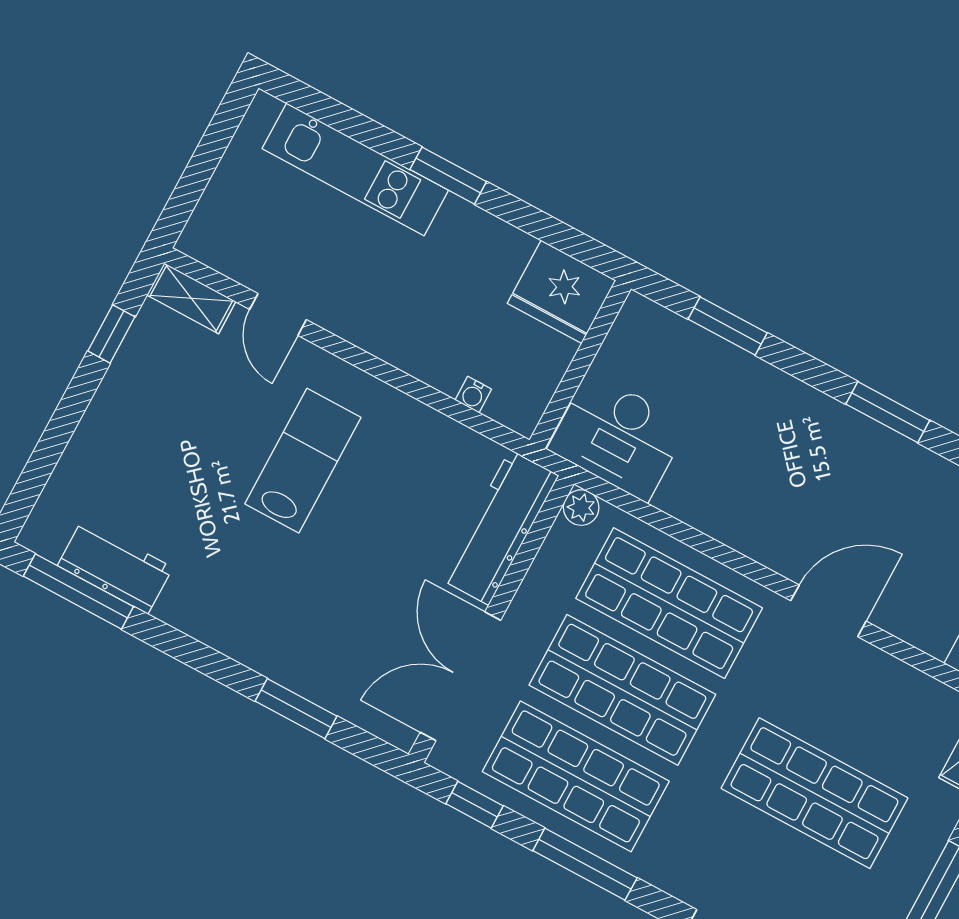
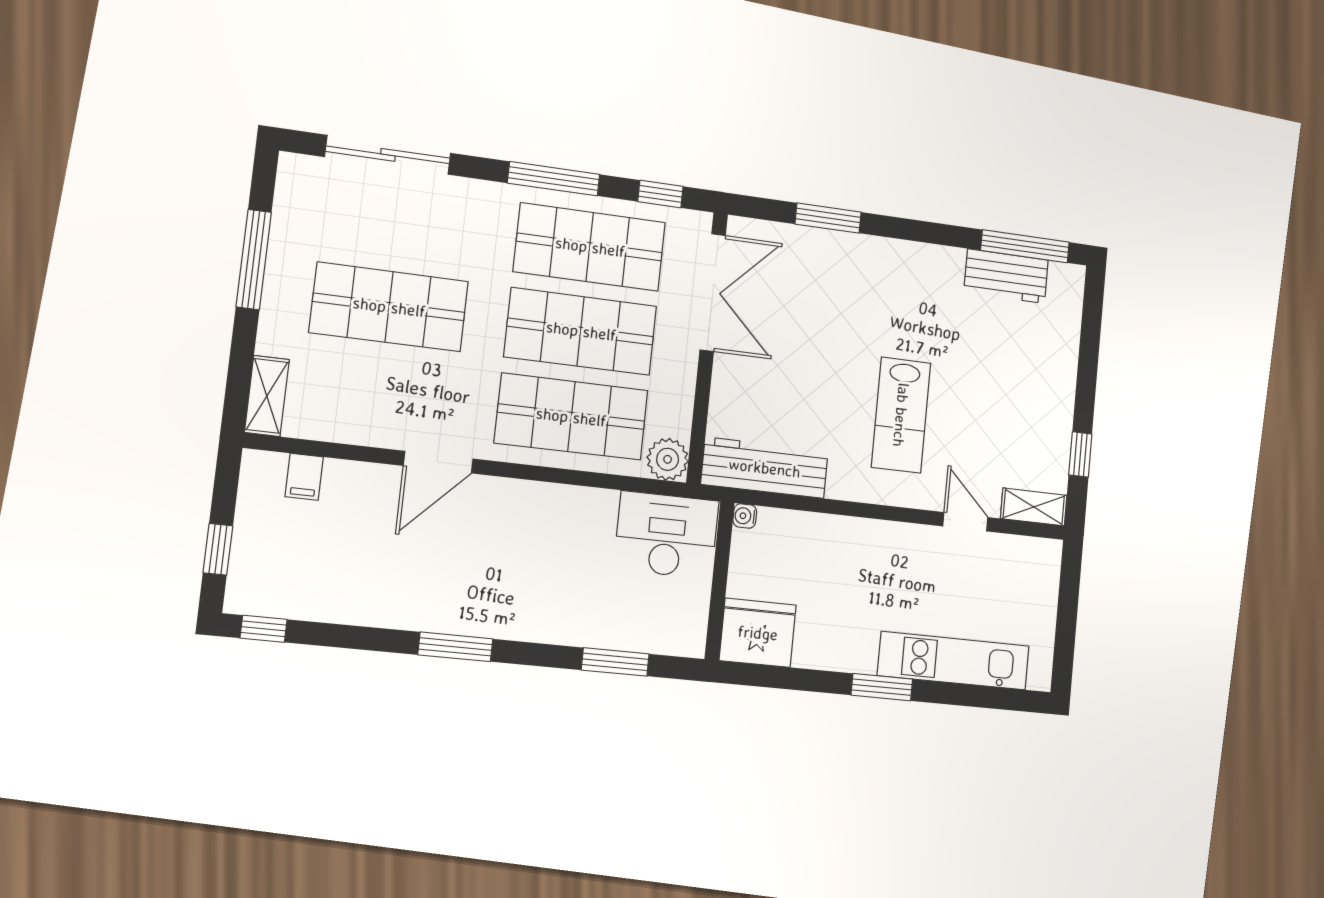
water cooler: (473, 395) -> (745, 516), moved, turned -90
plant: (581, 508) -> (668, 459), width x1.38, depth x1.38
workbench: (500, 527) -> (765, 468), moved, turned -90

